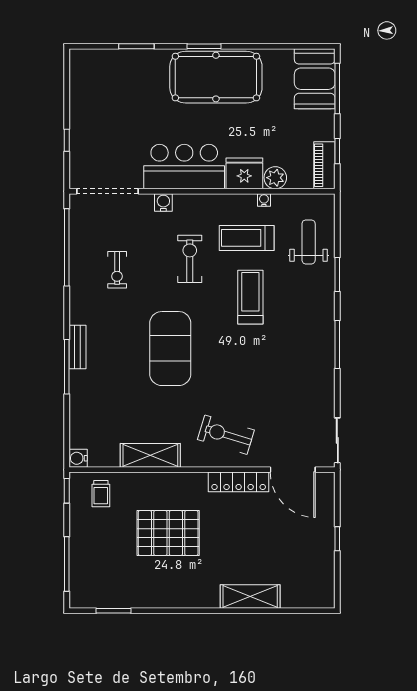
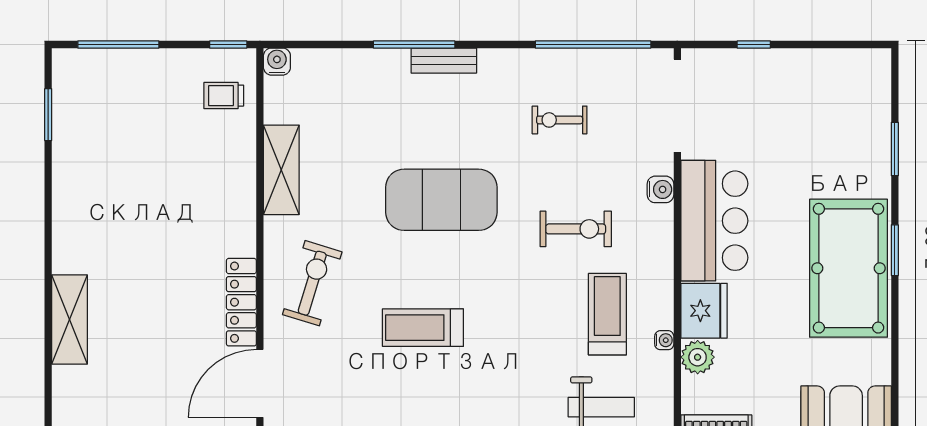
treadmill: (250, 297) -> (423, 328), moved, turned 180
pallet: (168, 533) -> (165, 197), removed

